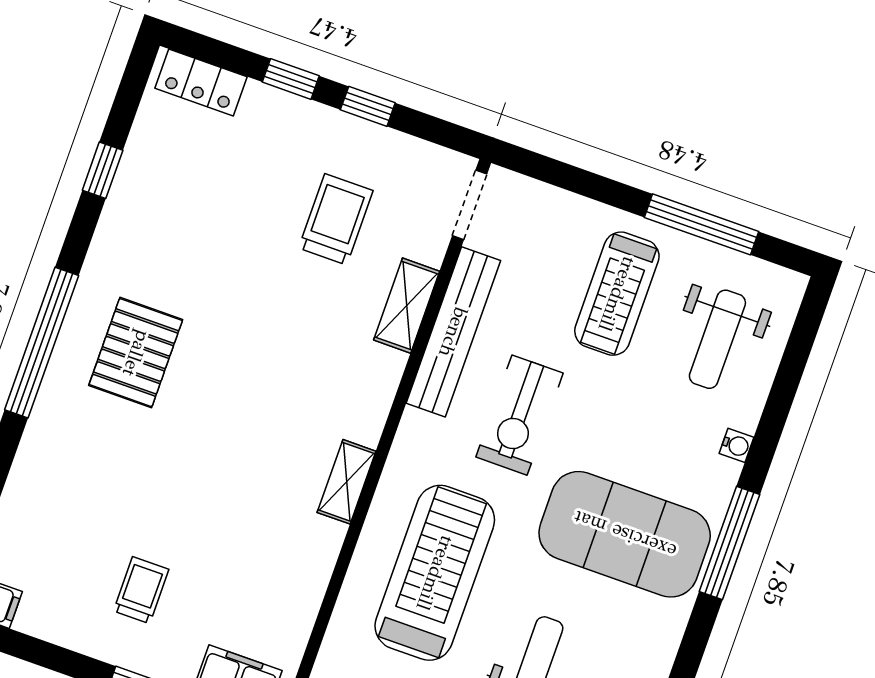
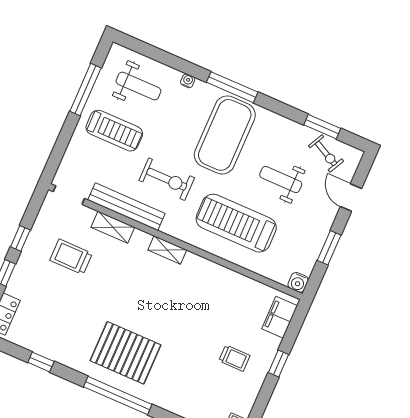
pallet: (136, 353) -> (125, 353), width x1.37, depth x1.41
shelving: (347, 482) -> (167, 250), moved
trolley: (141, 590) -> (234, 358), turned 180

